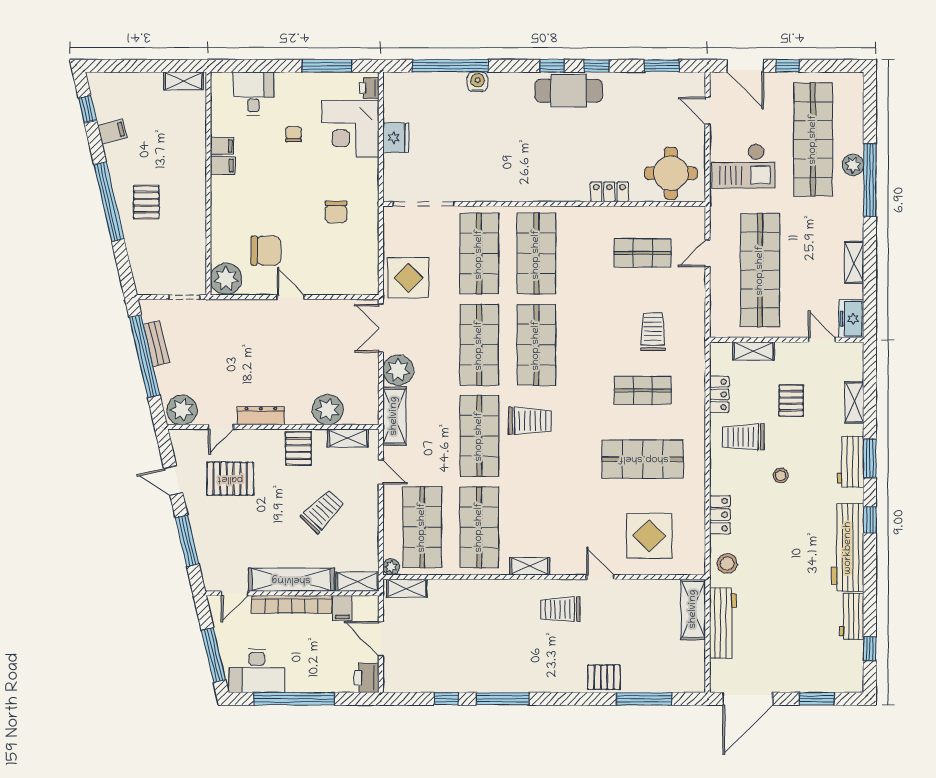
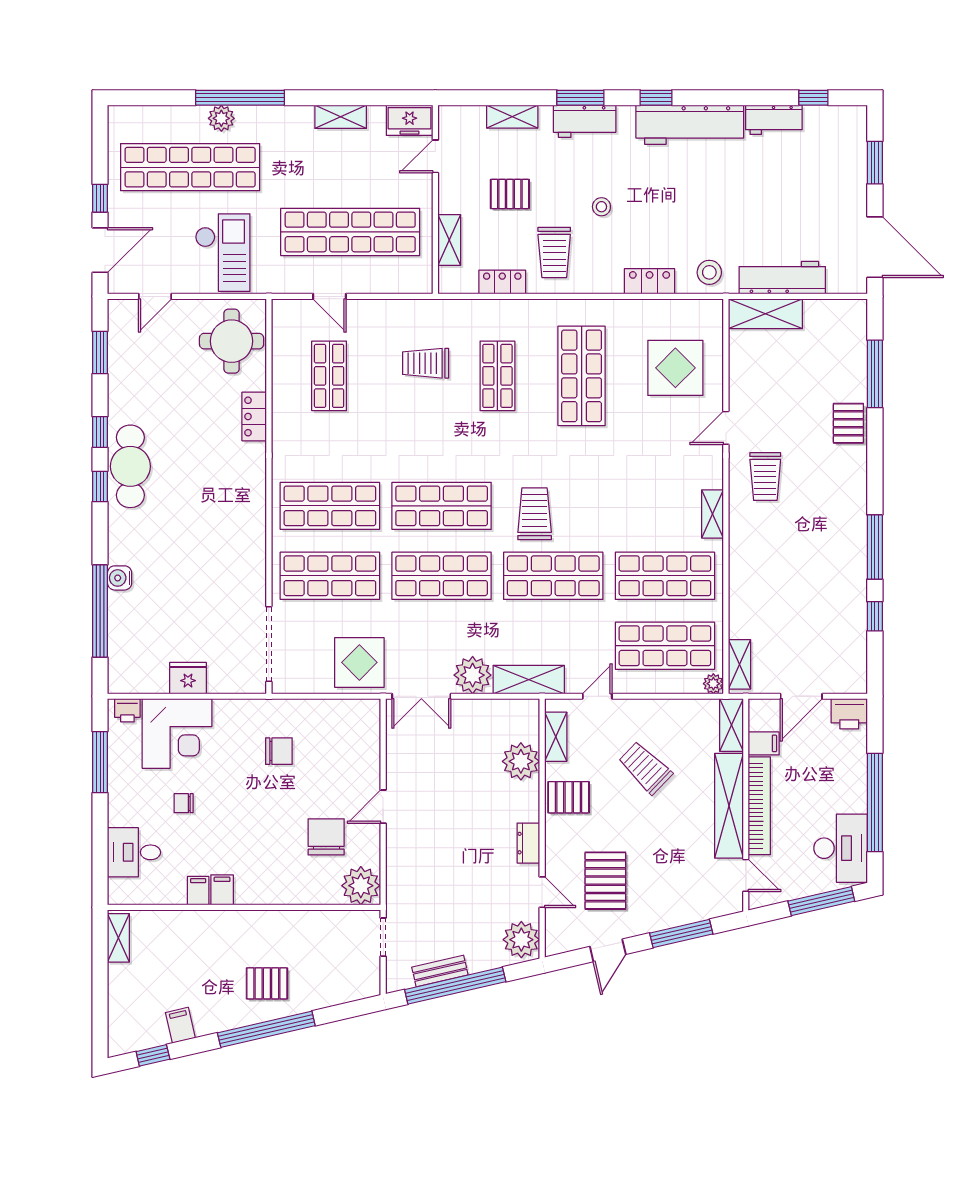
dresser: (261, 416) -> (528, 843), width x0.70

